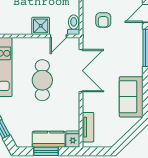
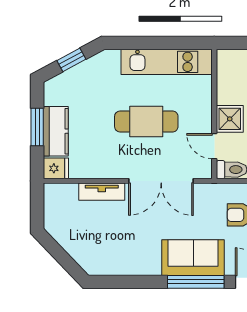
sofa: (131, 97) -> (193, 258), moved
tv unit: (88, 127) -> (102, 192), moved

